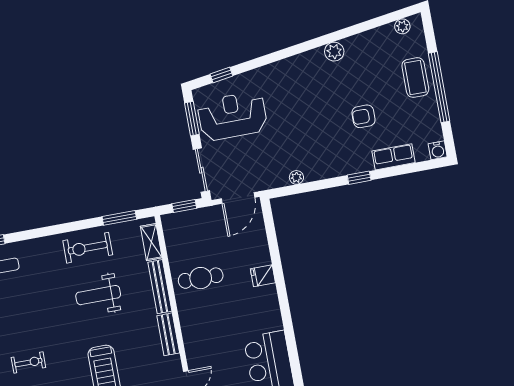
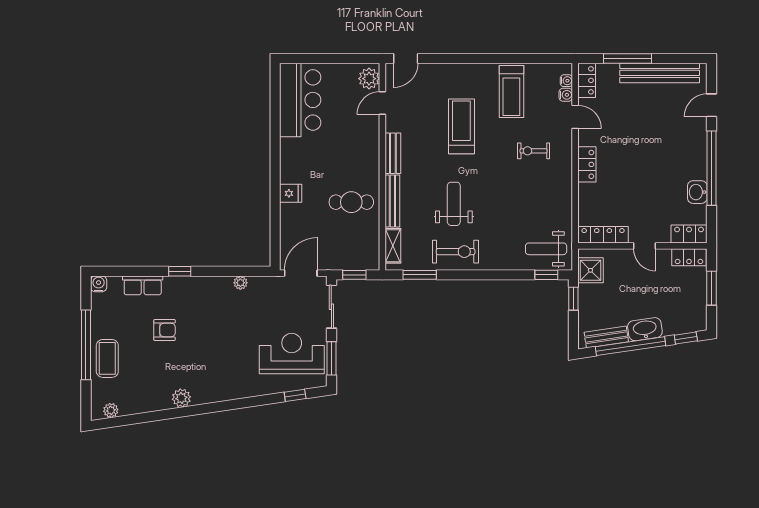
reception desk: (232, 116) -> (292, 354), turned 180
weight bench: (98, 295) -> (454, 204), turned -90

